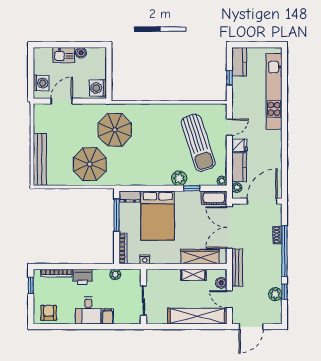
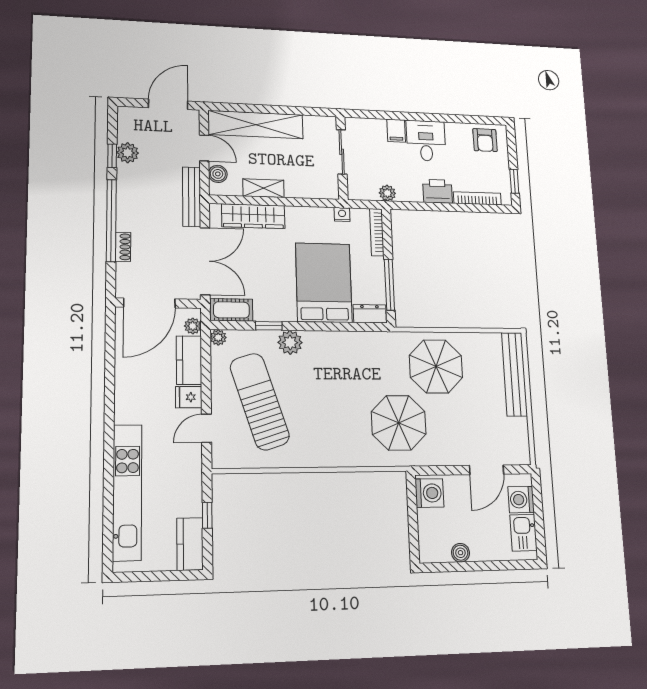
kitchen sink: (64, 55) -> (523, 533), moved, turned -90

